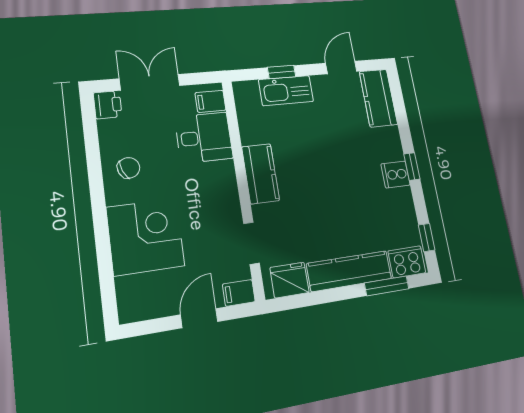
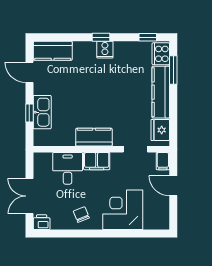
filing cabinet: (211, 101) -> (97, 161), moved, width x2.00

